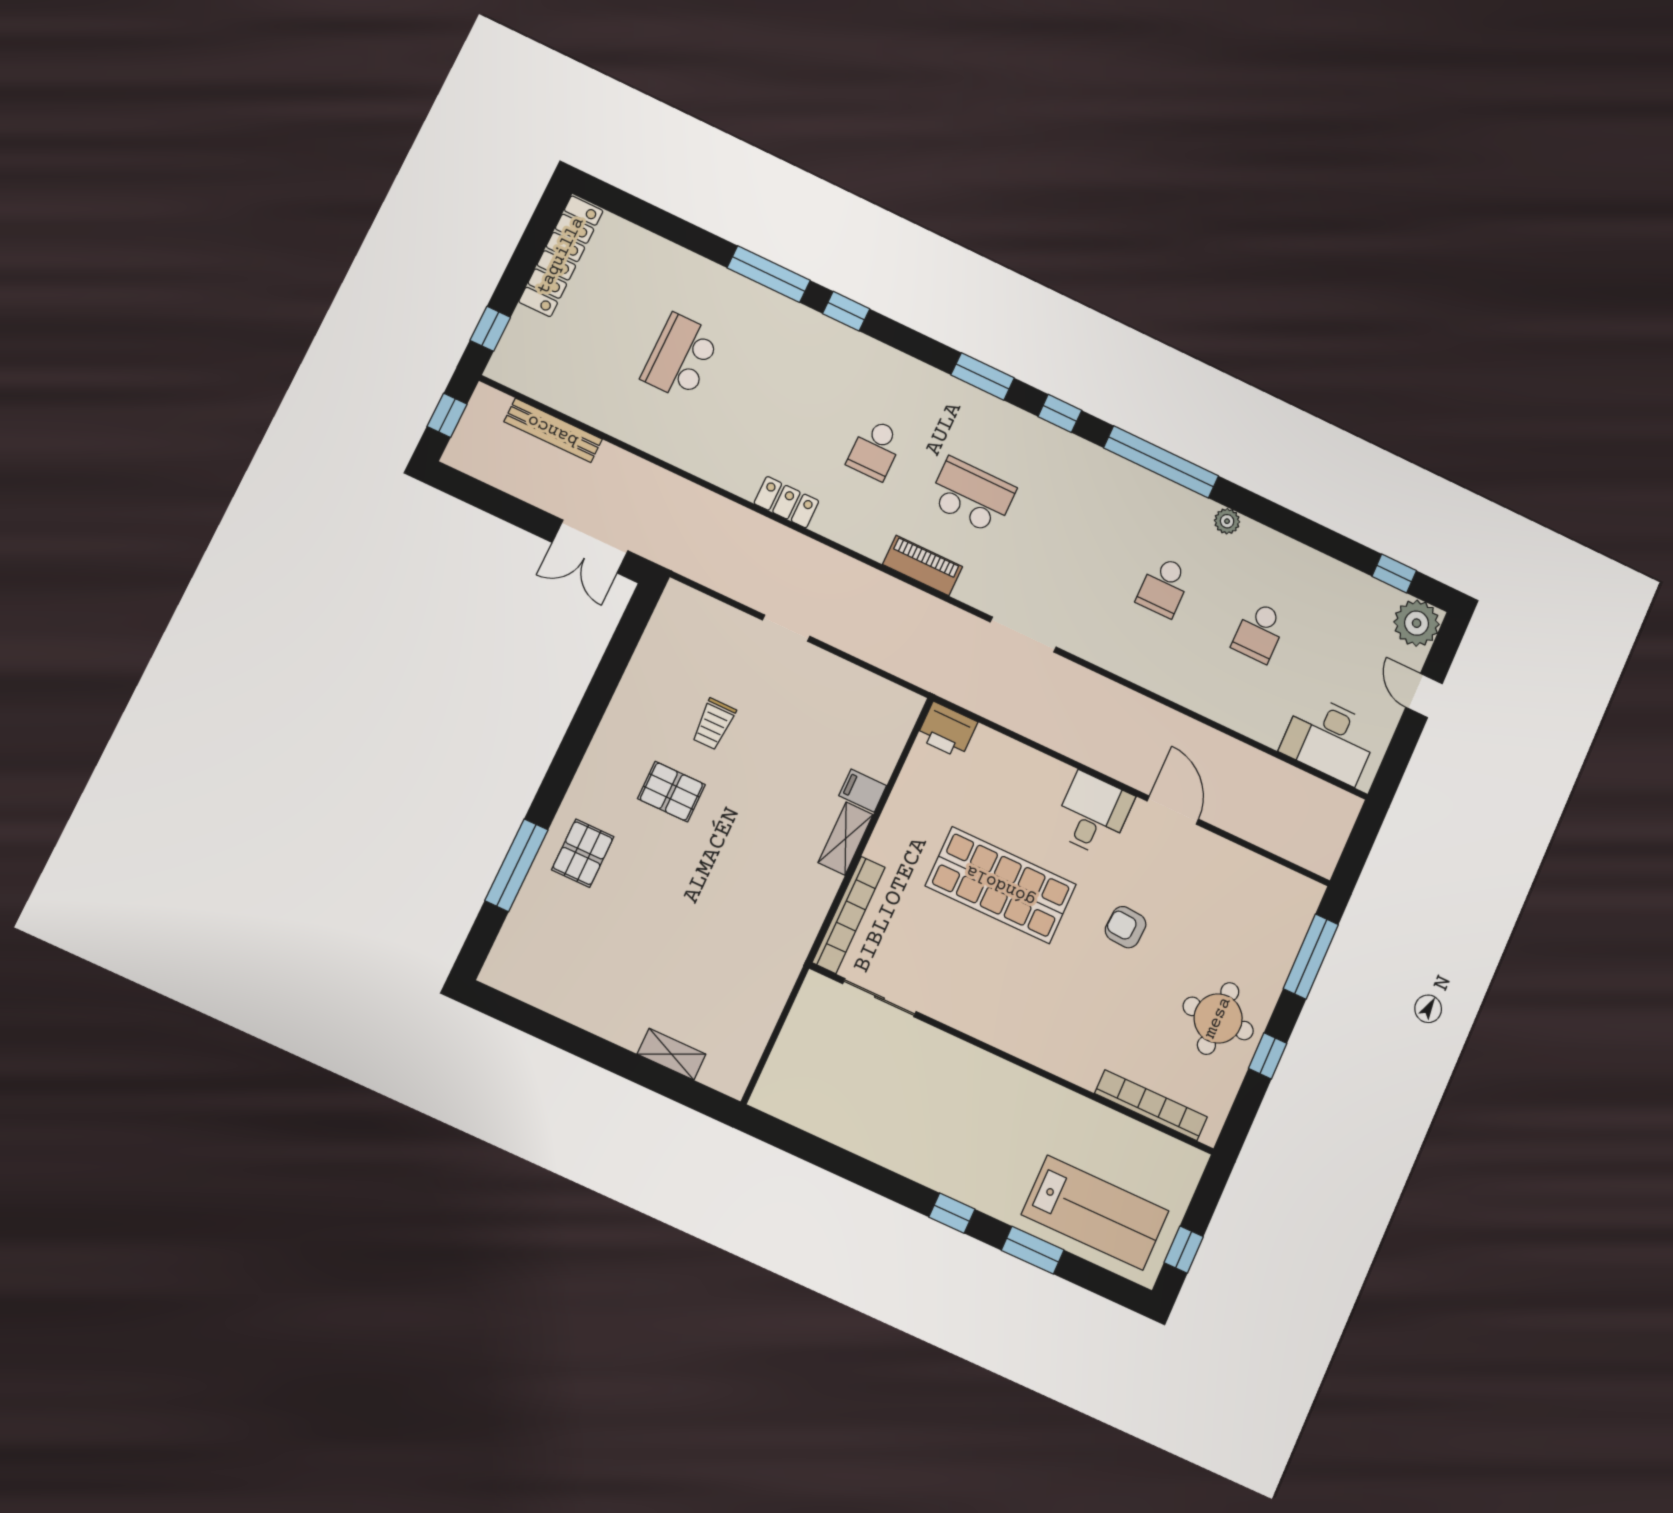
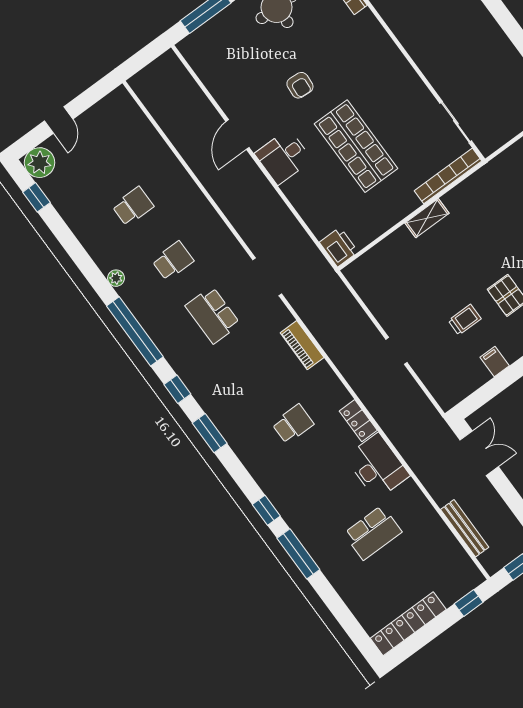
school desk: (972, 495) -> (213, 315), moved
desk: (1329, 739) -> (377, 466), moved
filing cabinet: (863, 791) -> (495, 361), moved, turned 180

